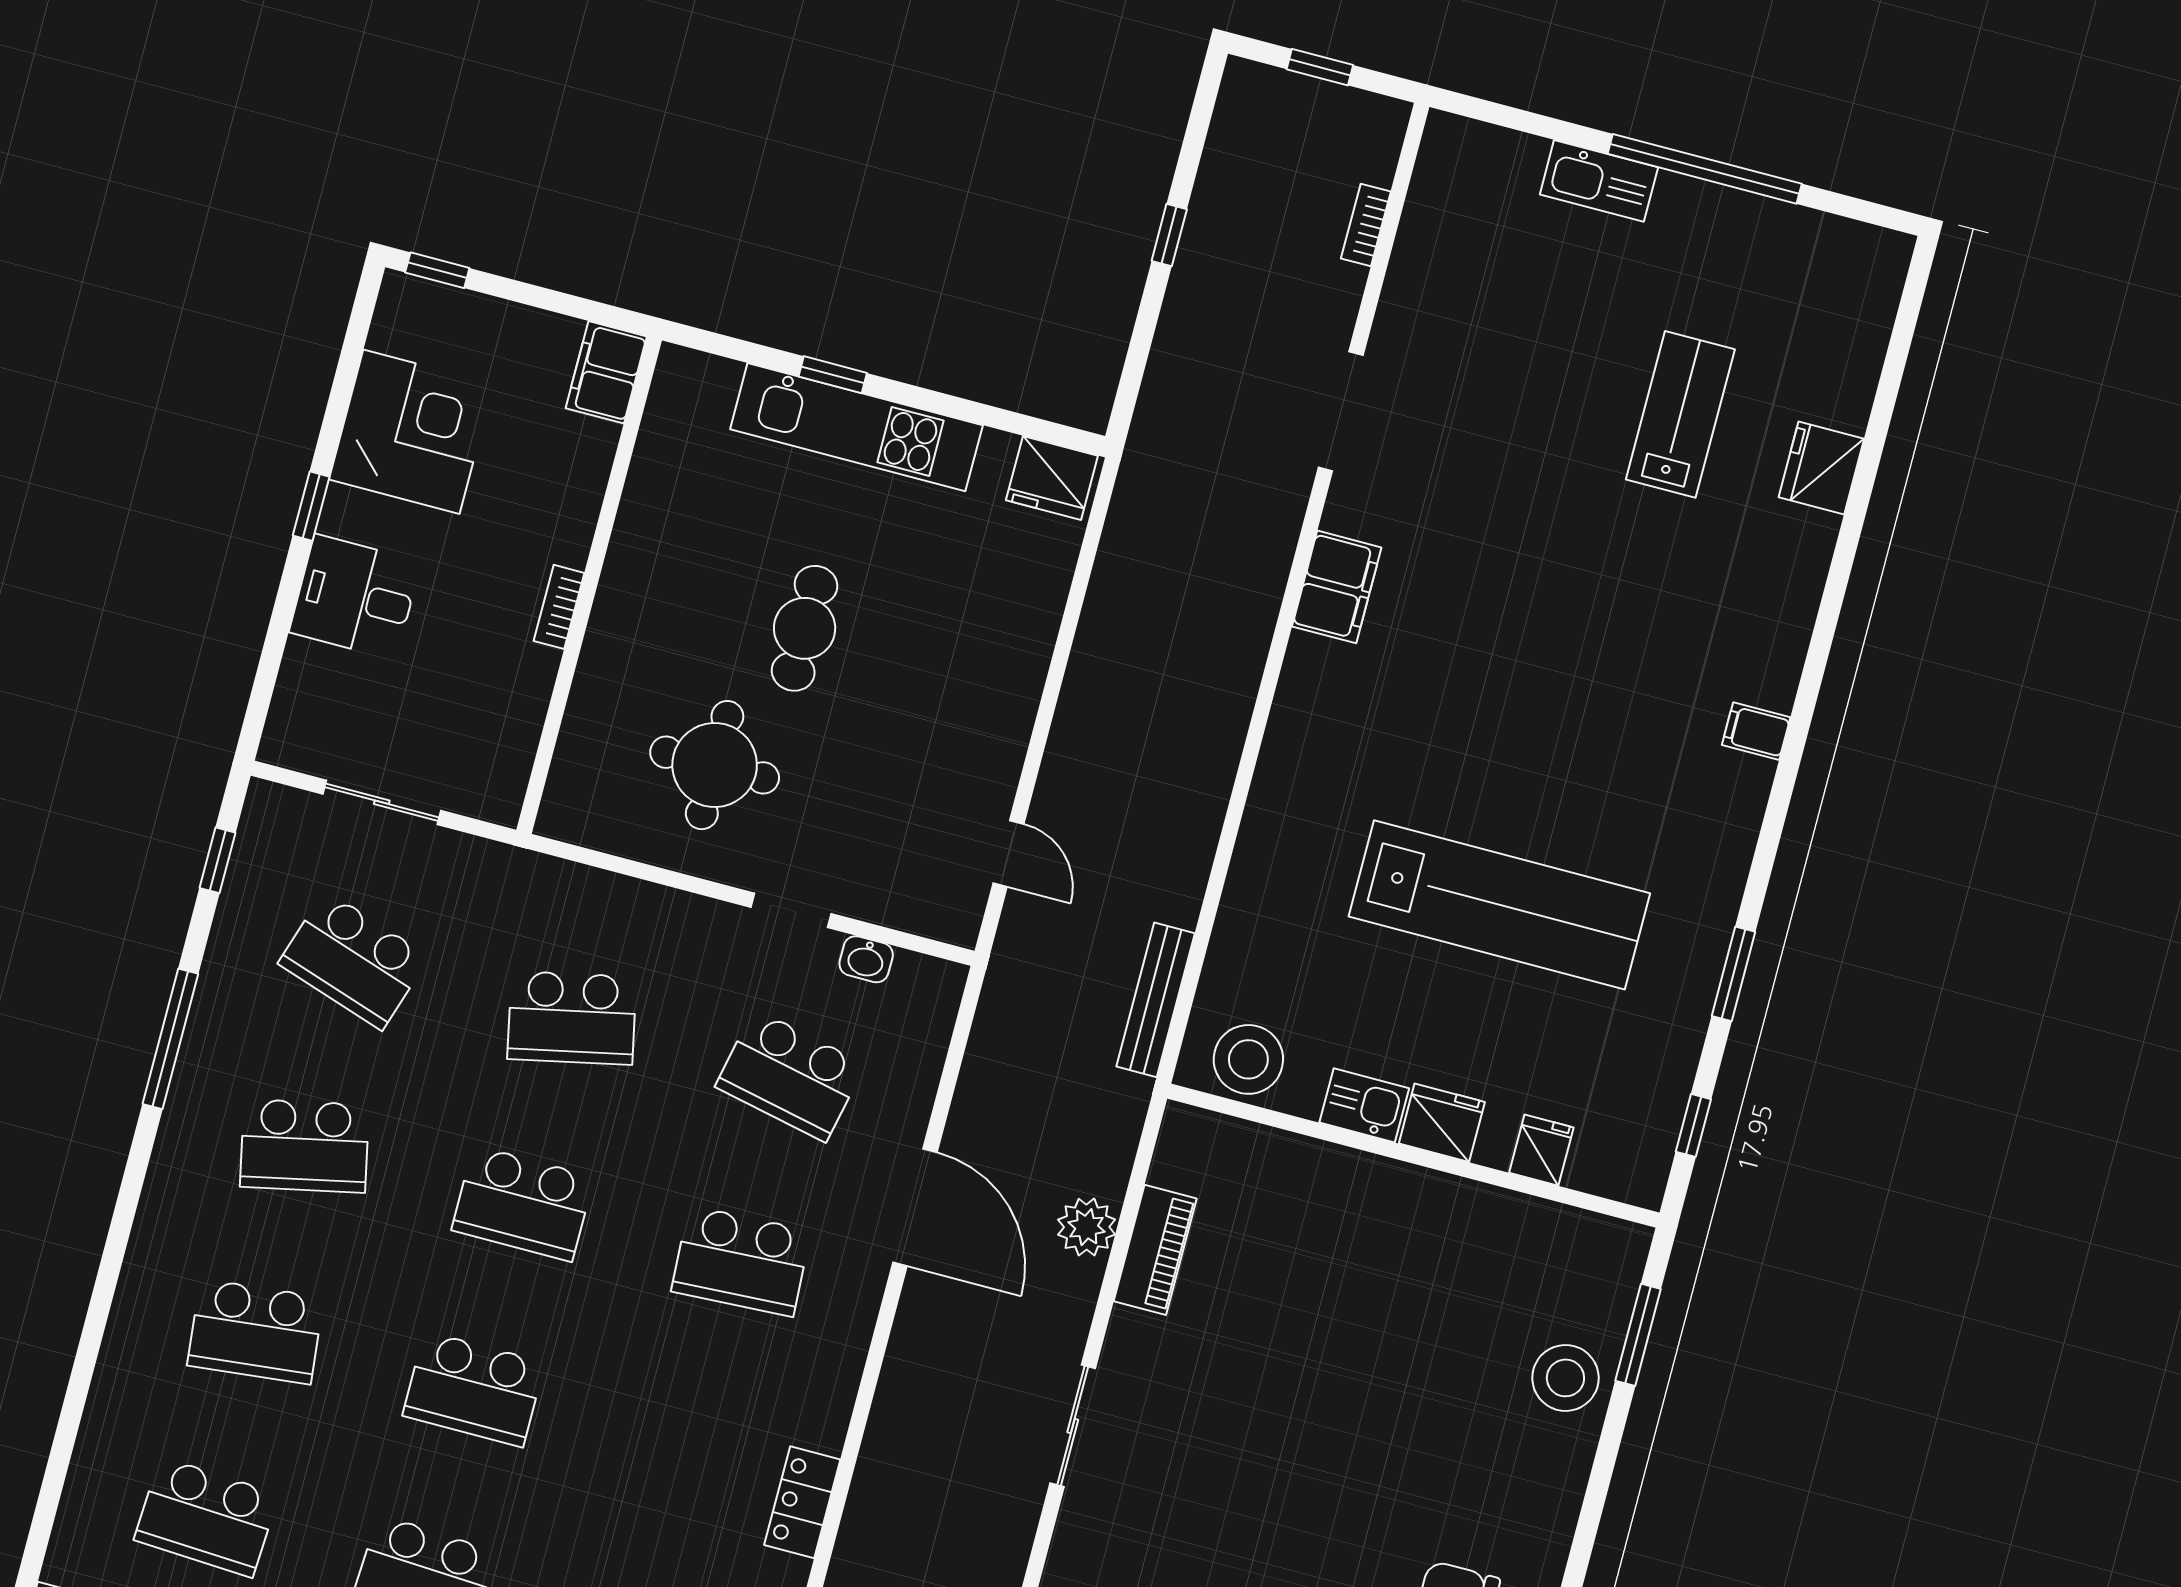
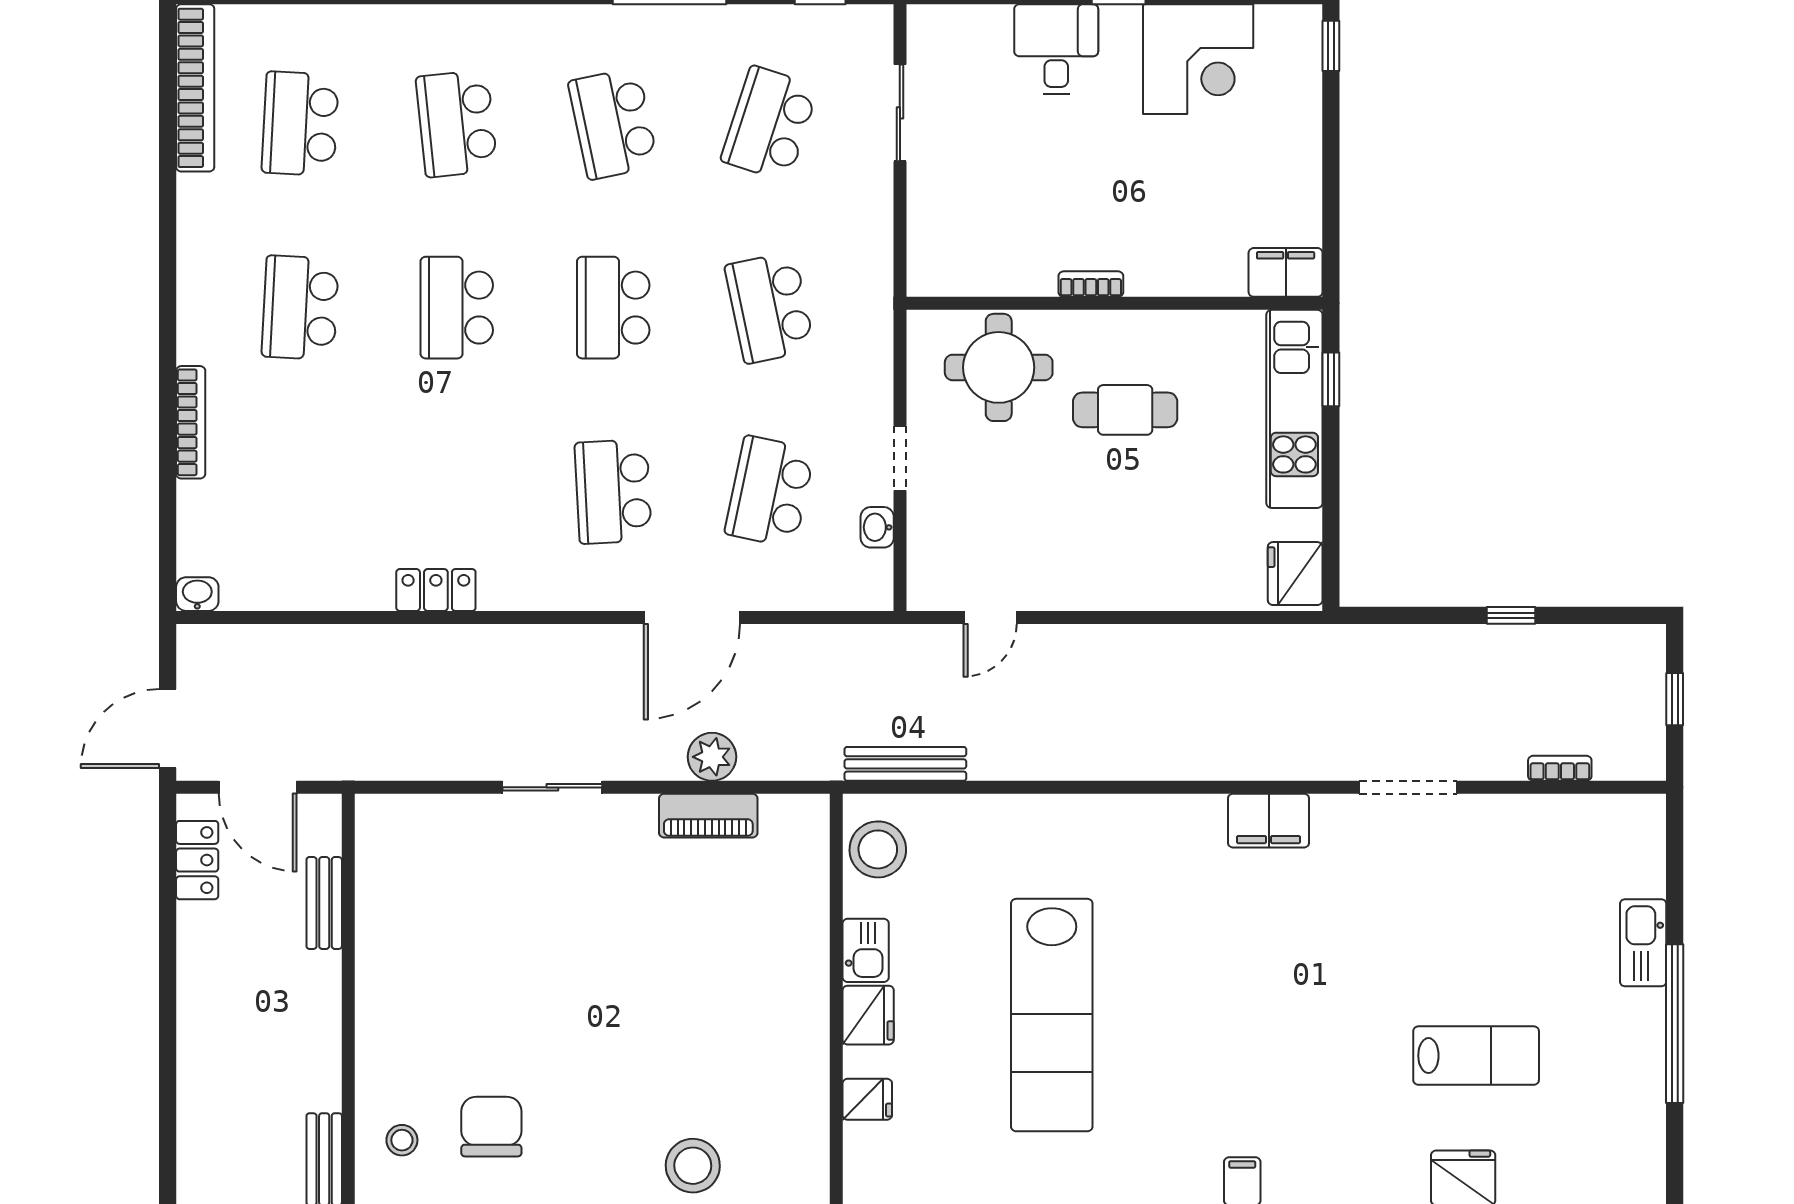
filing cabinet: (606, 372) -> (1286, 272), moved
wall: (589, 585) -> (1114, 303), moved
bookcase: (559, 607) -> (1091, 284), moved

